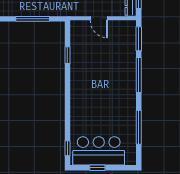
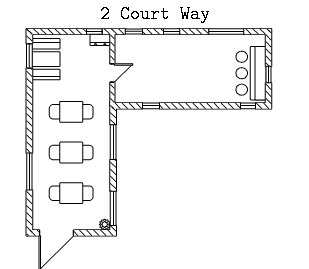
window: (139, 39) -> (134, 31), width x0.67
window: (139, 75) -> (172, 31), width x0.46

